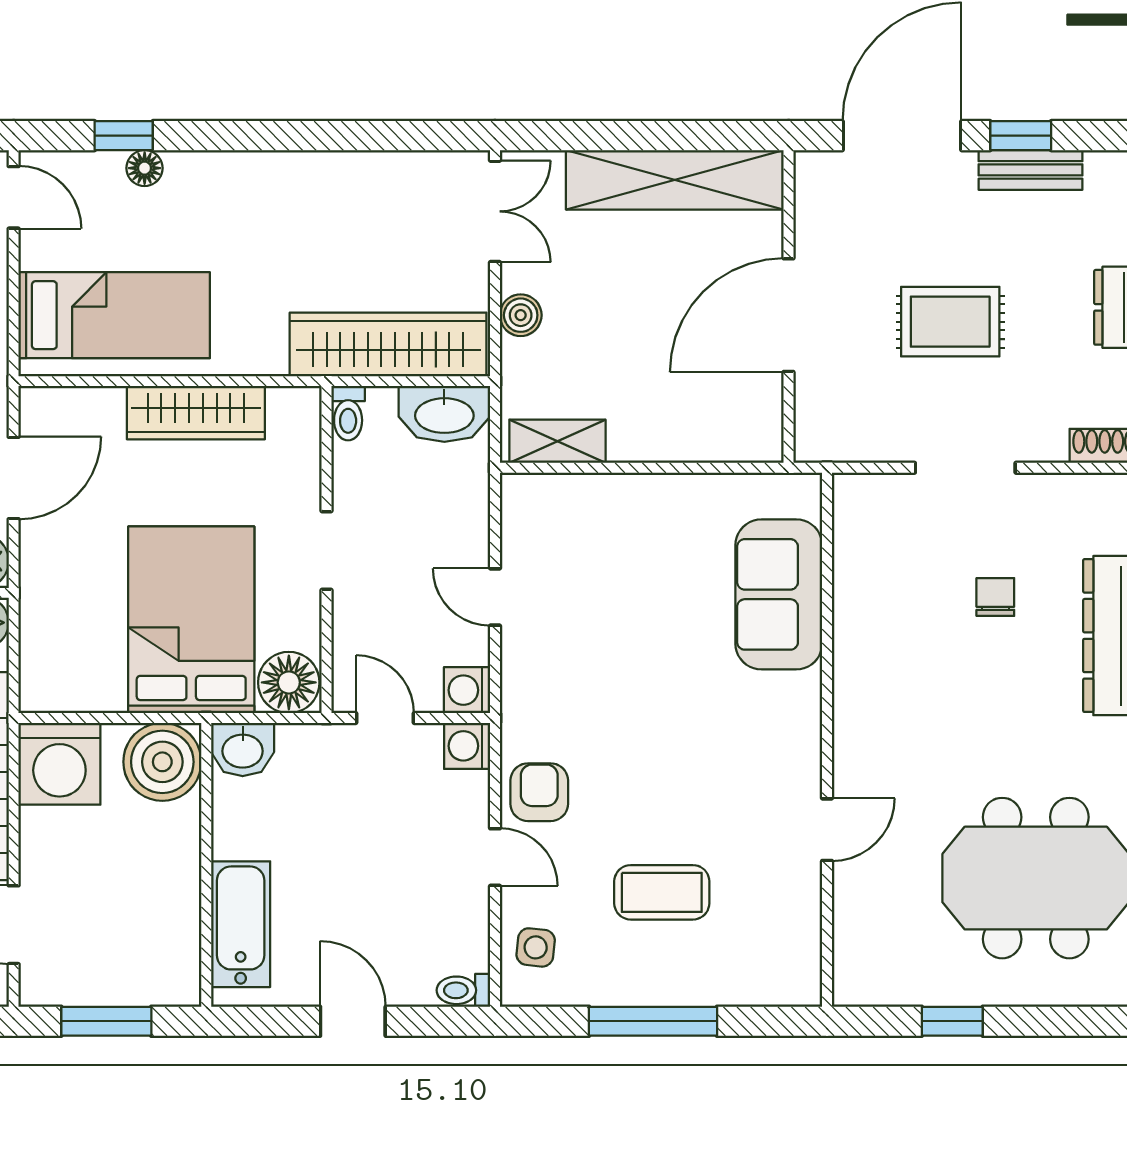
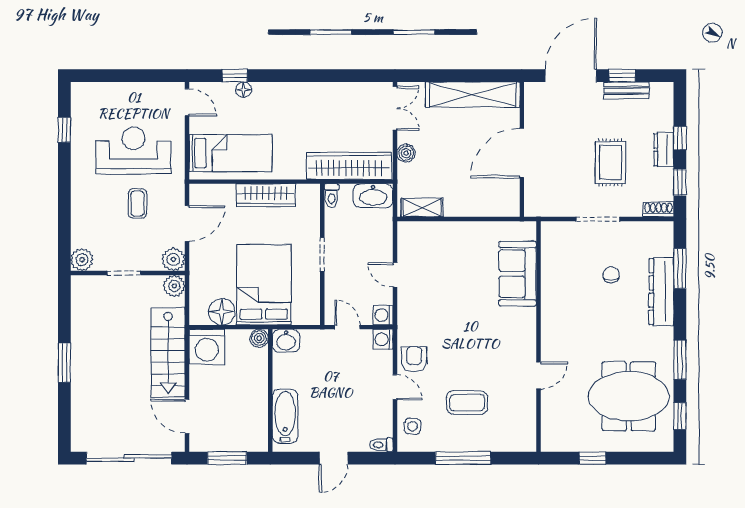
rug: (950, 322) -> (610, 162), moved, turned 90
floor lamp: (289, 682) -> (222, 312), moved
boiler: (162, 762) -> (259, 338), width x0.54, depth x0.54
door: (353, 1021) -> (334, 458), swing flipped

